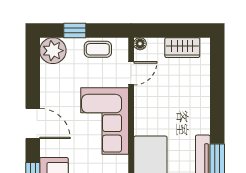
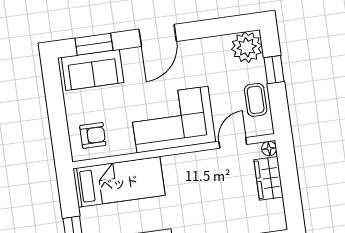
wardrobe: (182, 48) -> (269, 178), moved
door: (131, 73) -> (233, 143), swing flipped

